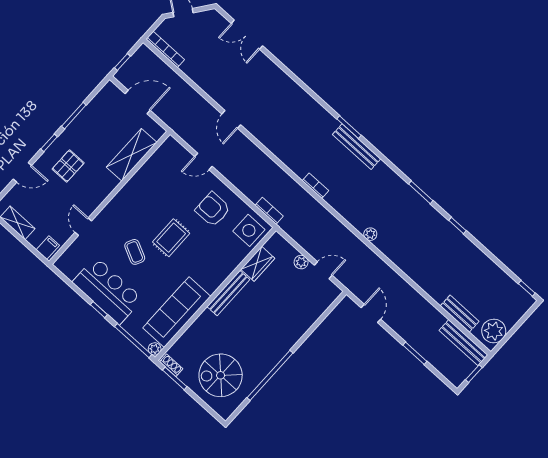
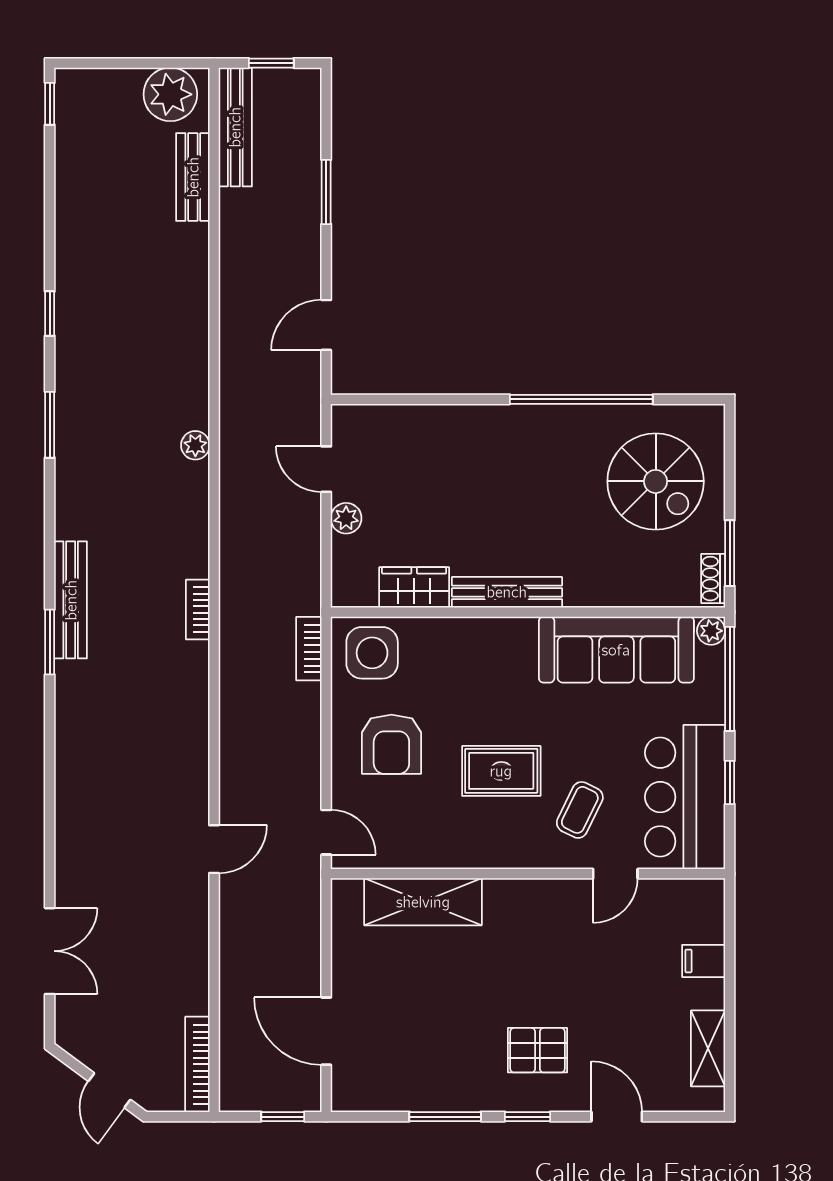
shelving: (132, 155) -> (423, 902), moved
wall: (109, 198) -> (528, 874), moved
door: (83, 227) -> (615, 874), moved

